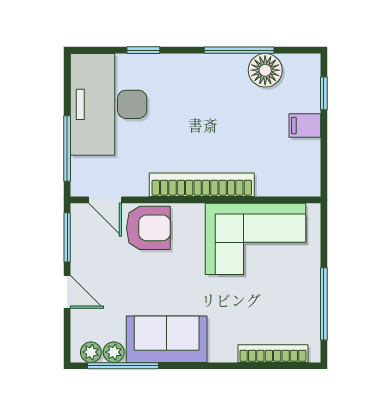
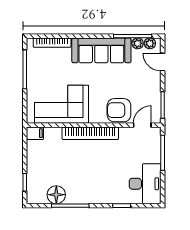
desk: (109, 104) -> (145, 184), width x0.73, depth x0.77
filing cabinet: (305, 126) -> (35, 133), moved
door: (105, 200) -> (142, 125), hinge flipped
door: (67, 292) -> (163, 62), moved
sofa: (167, 339) -> (101, 50), width x1.36

